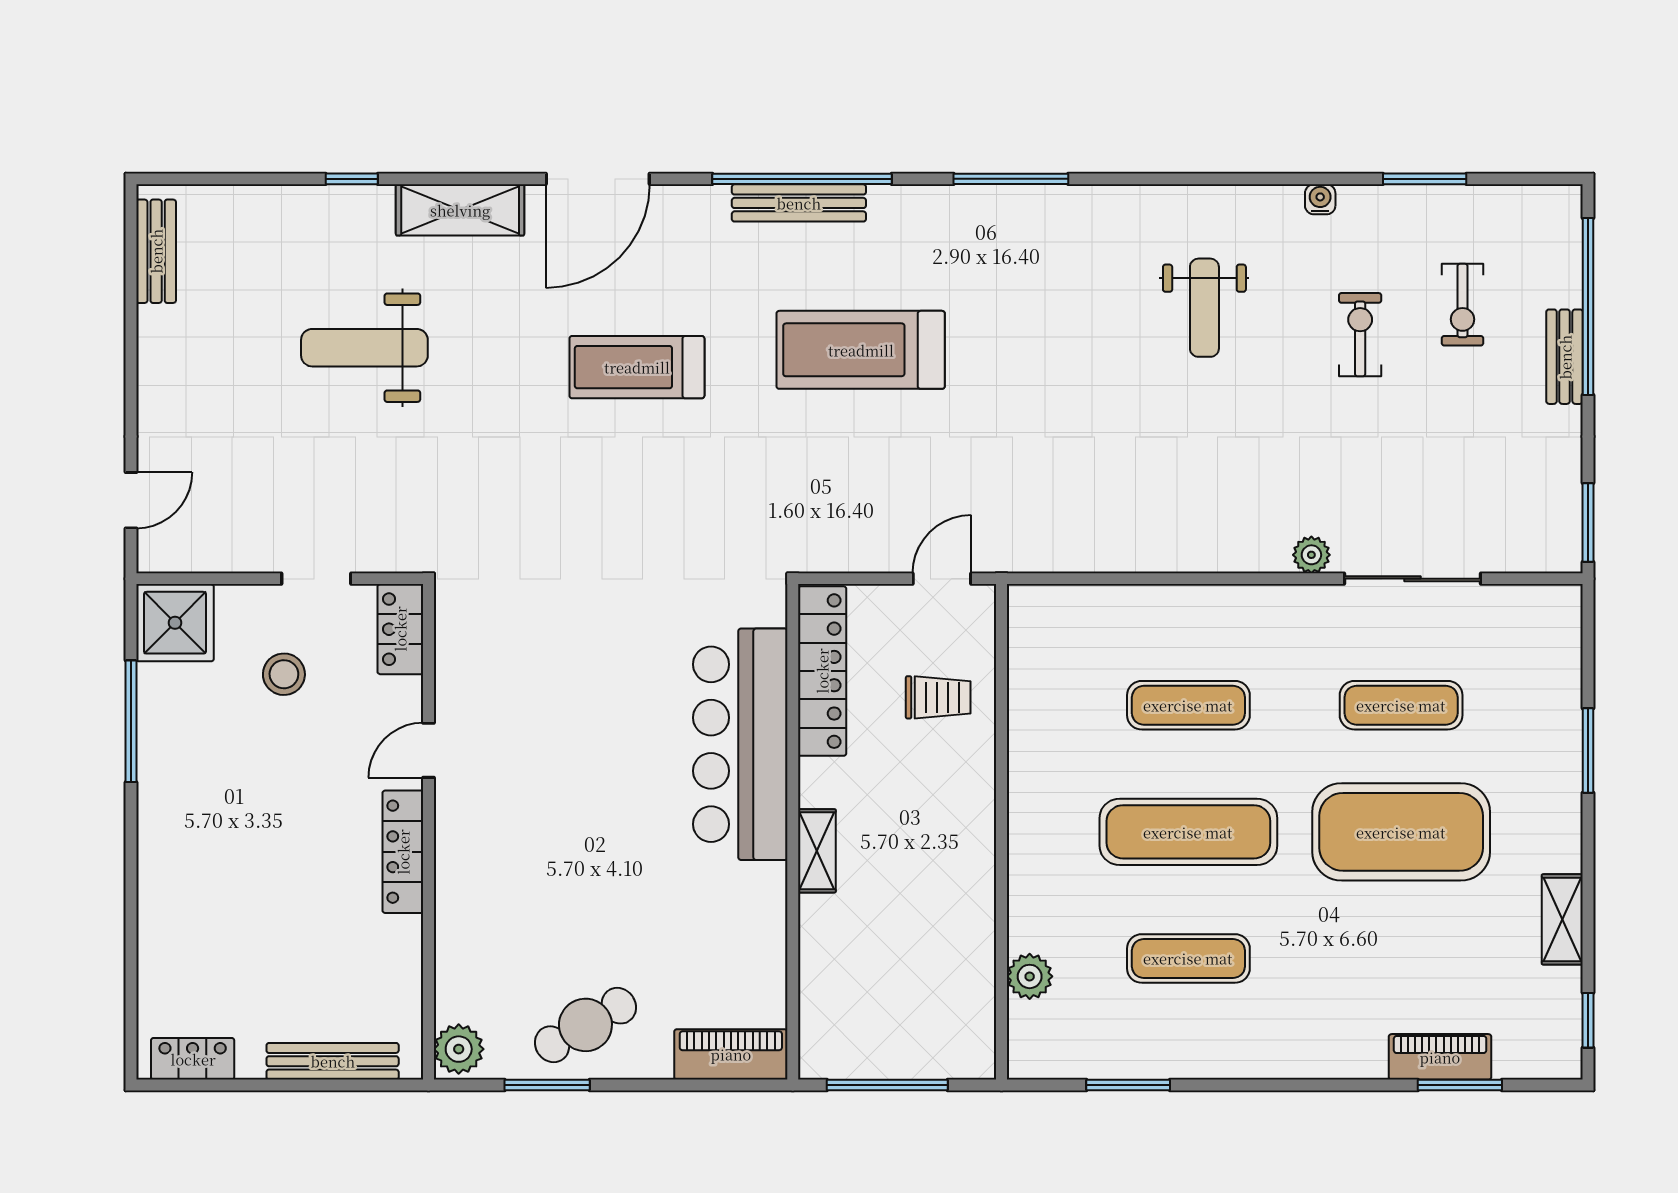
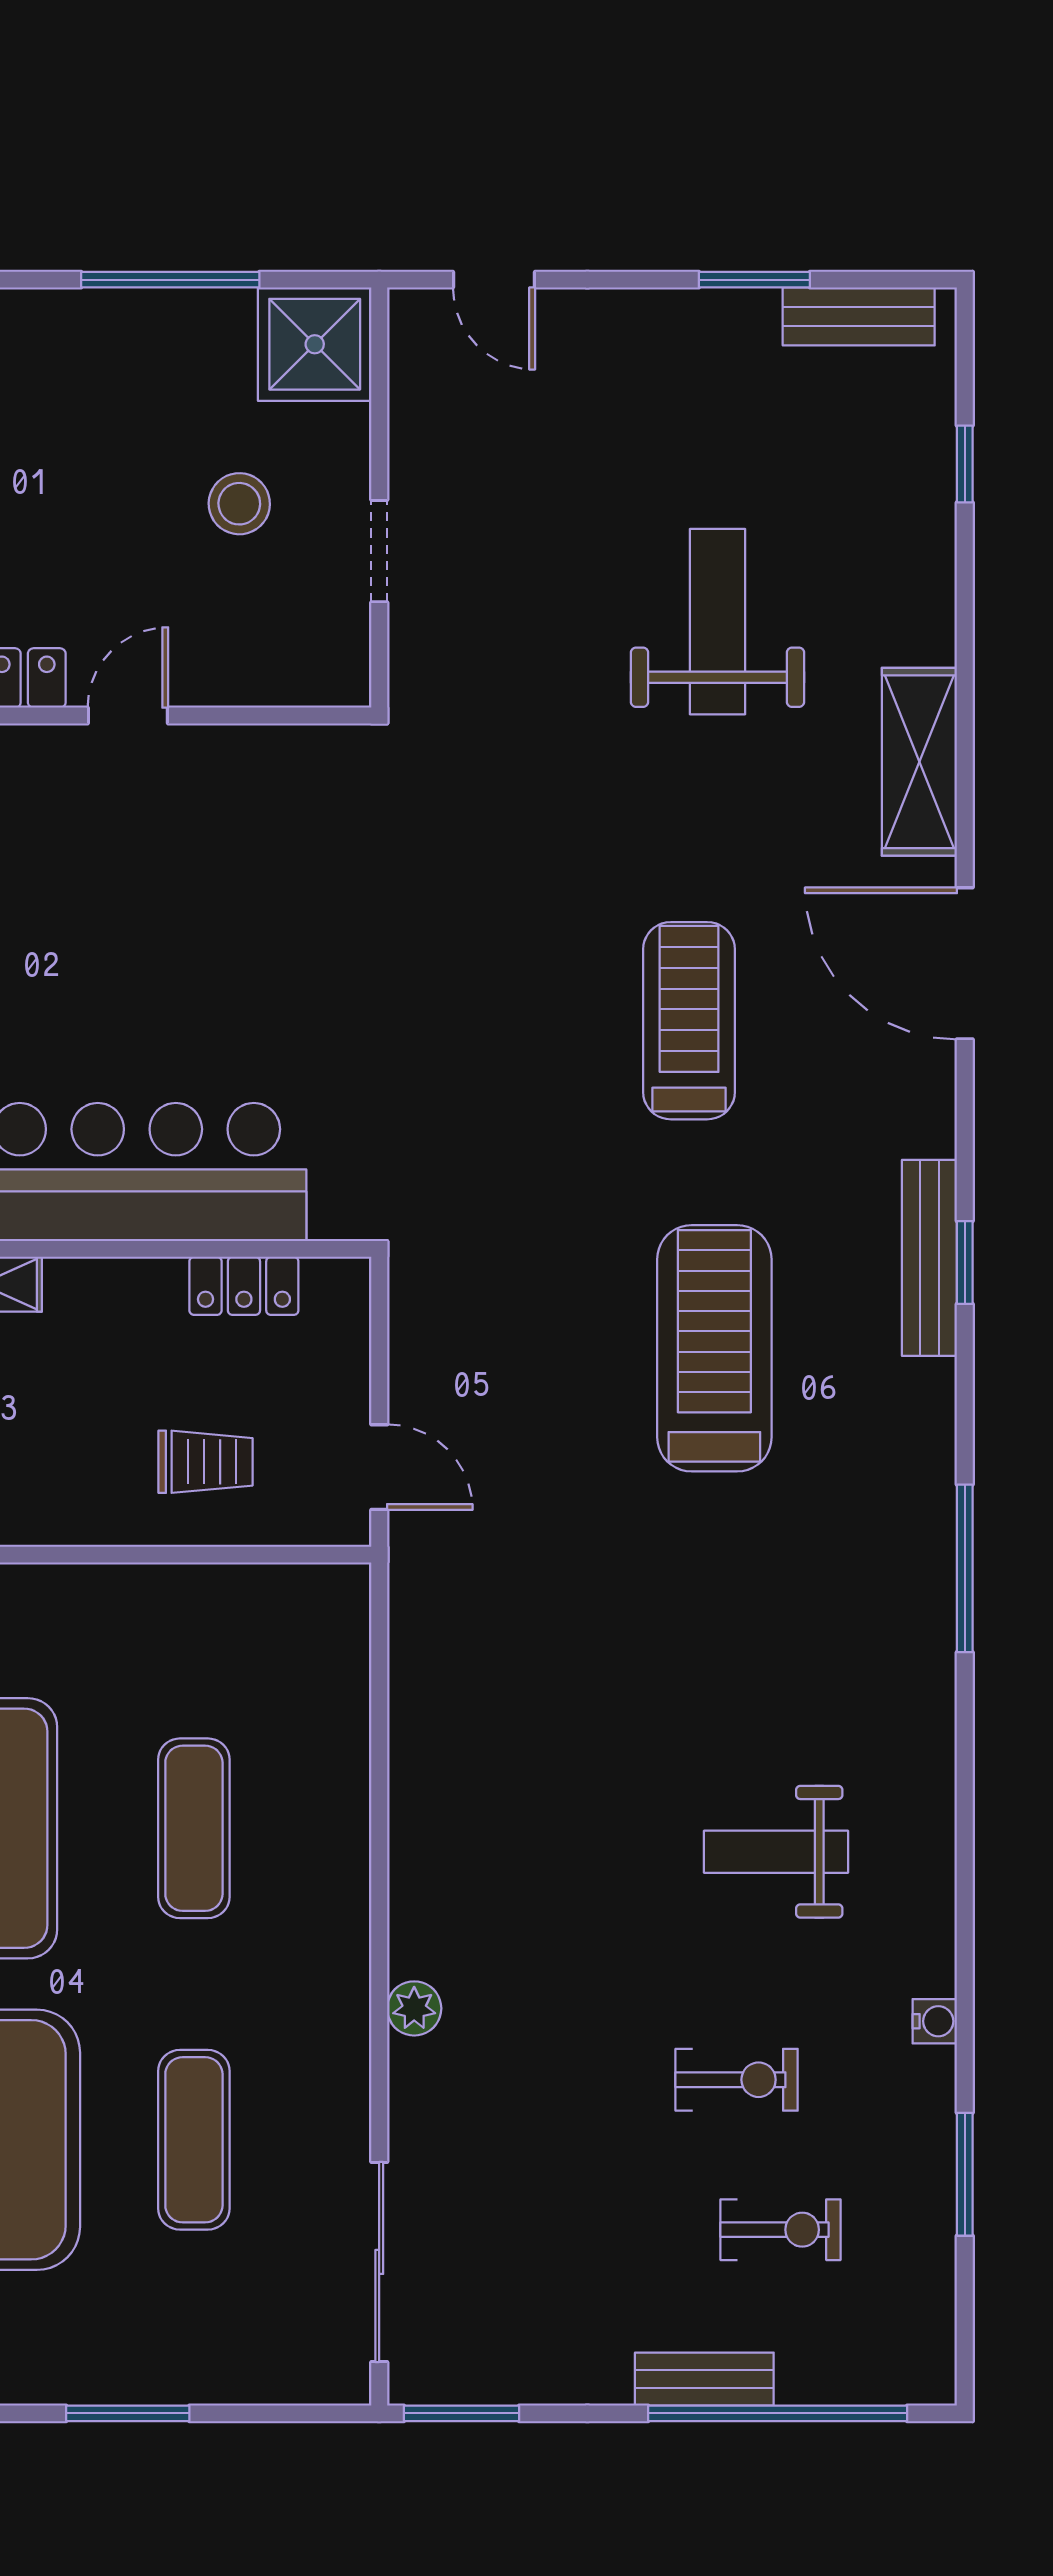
window: (352, 179) -> (965, 464), moved
window: (802, 179) -> (965, 1262), width x0.32
exercise bike: (1462, 305) -> (781, 2230), turned 180
window: (131, 322) -> (754, 280), added
sliding door: (1413, 579) -> (379, 2262), moved
locker: (400, 629) -> (305, 674), removed
locker: (822, 671) -> (244, 1286), width x0.46, depth x0.83
trolley: (938, 697) -> (205, 1462), turned -90
door: (429, 750) -> (128, 716), hinge flipped

